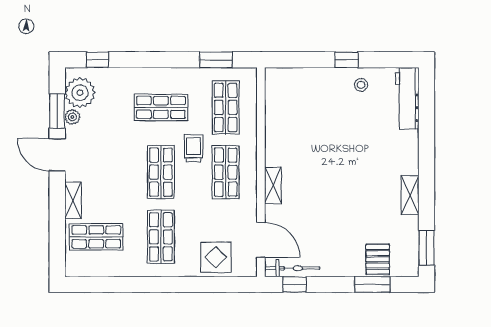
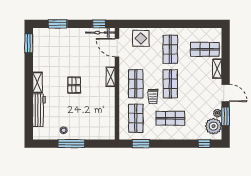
window: (347, 60) -> (71, 144), width x2.17
workbench: (407, 98) -> (39, 110), moved
shelving: (410, 195) -> (37, 82), moved
pallet: (378, 259) -> (74, 85), moved

